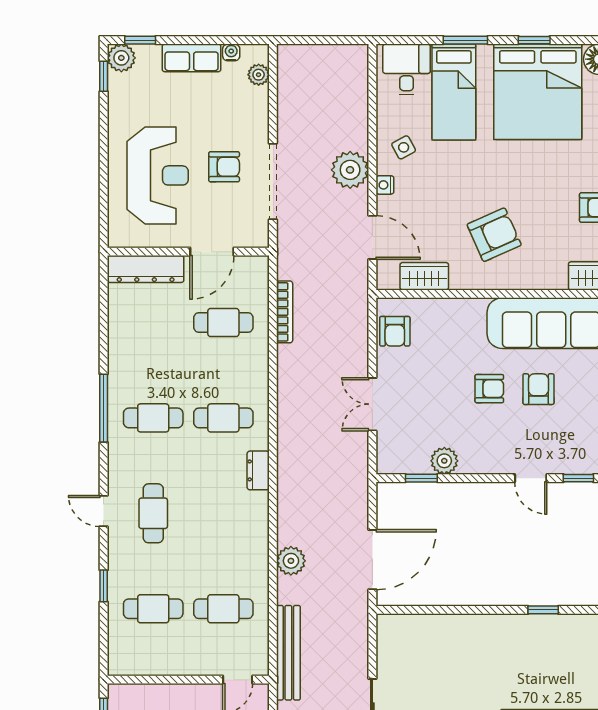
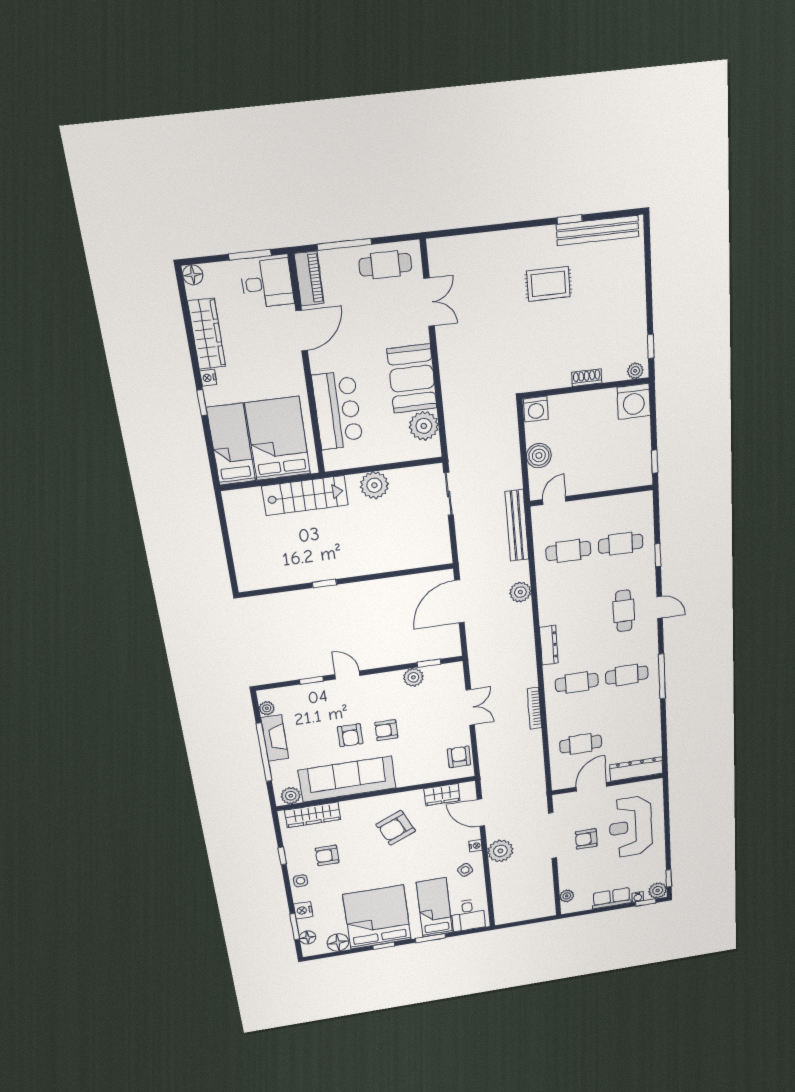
water cooler: (231, 52) -> (638, 897), moved
bookcase: (285, 312) -> (534, 708), moved
dresser: (258, 470) -> (549, 645), width x1.44

